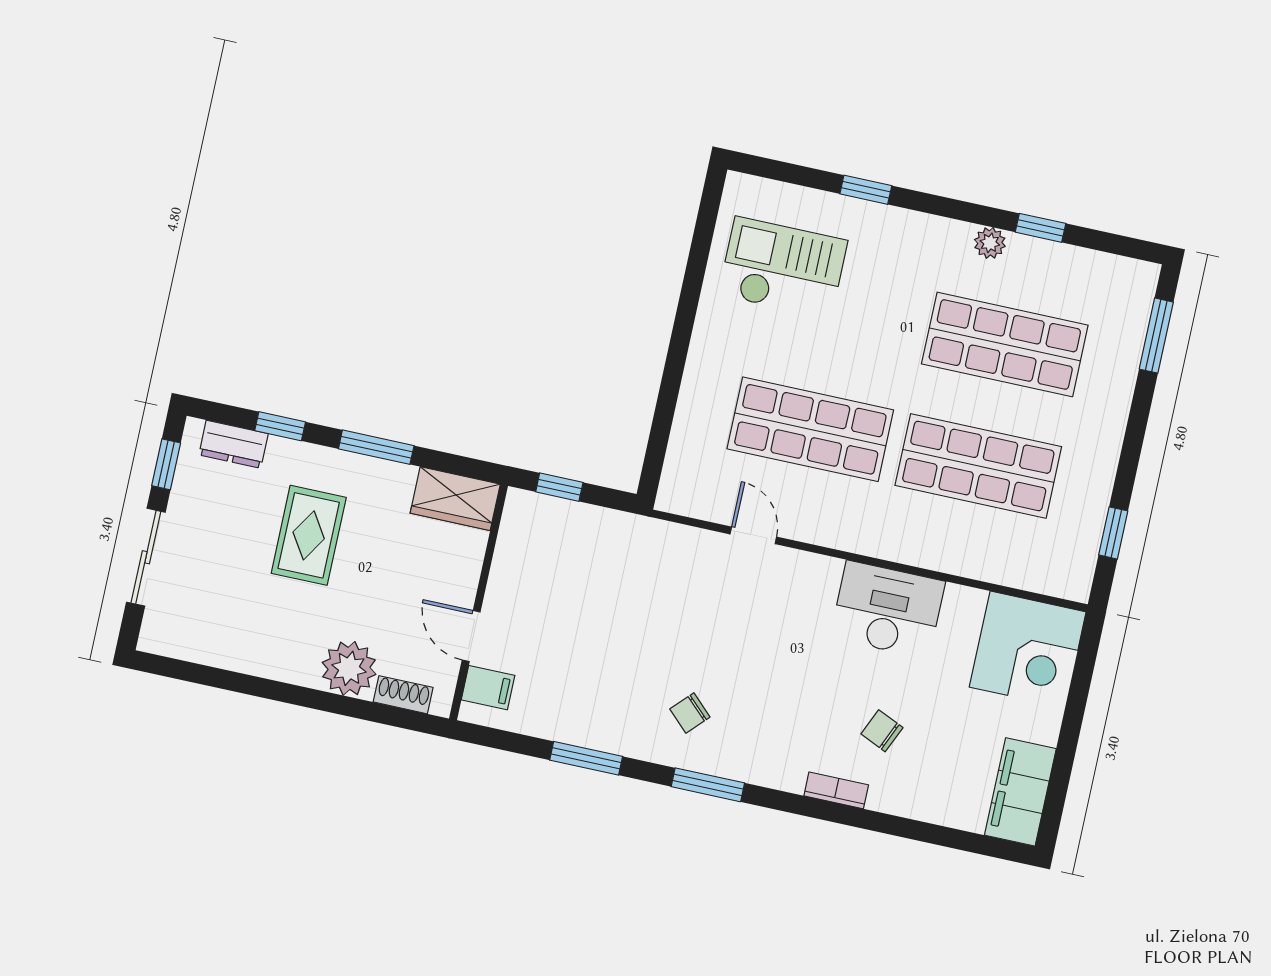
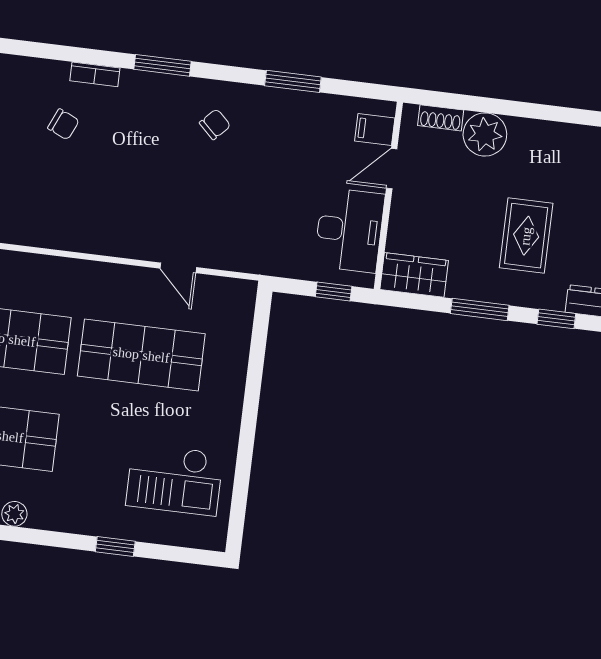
desk: (888, 610) -> (349, 230), moved, turned -90
door: (471, 636) -> (392, 169), swing flipped
window: (708, 785) -> (163, 65), moved

